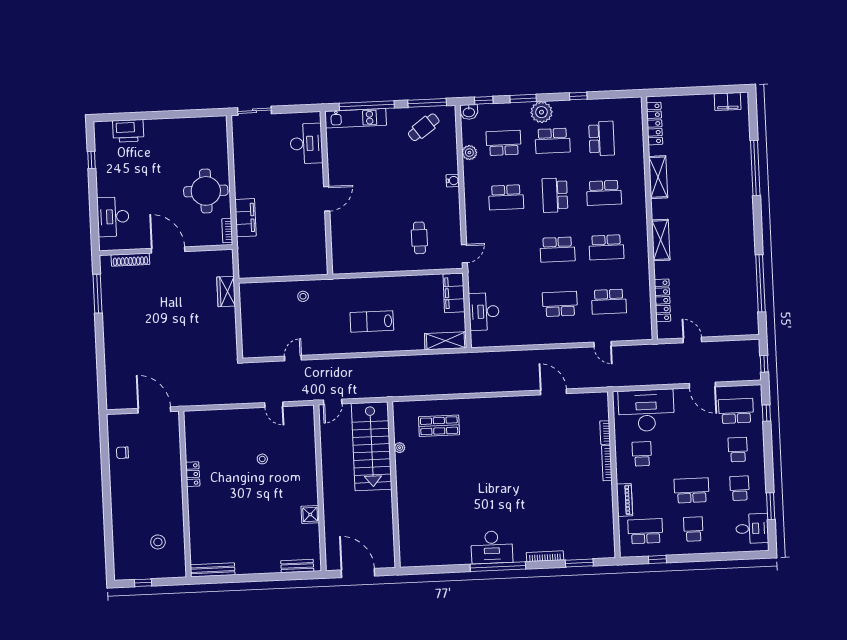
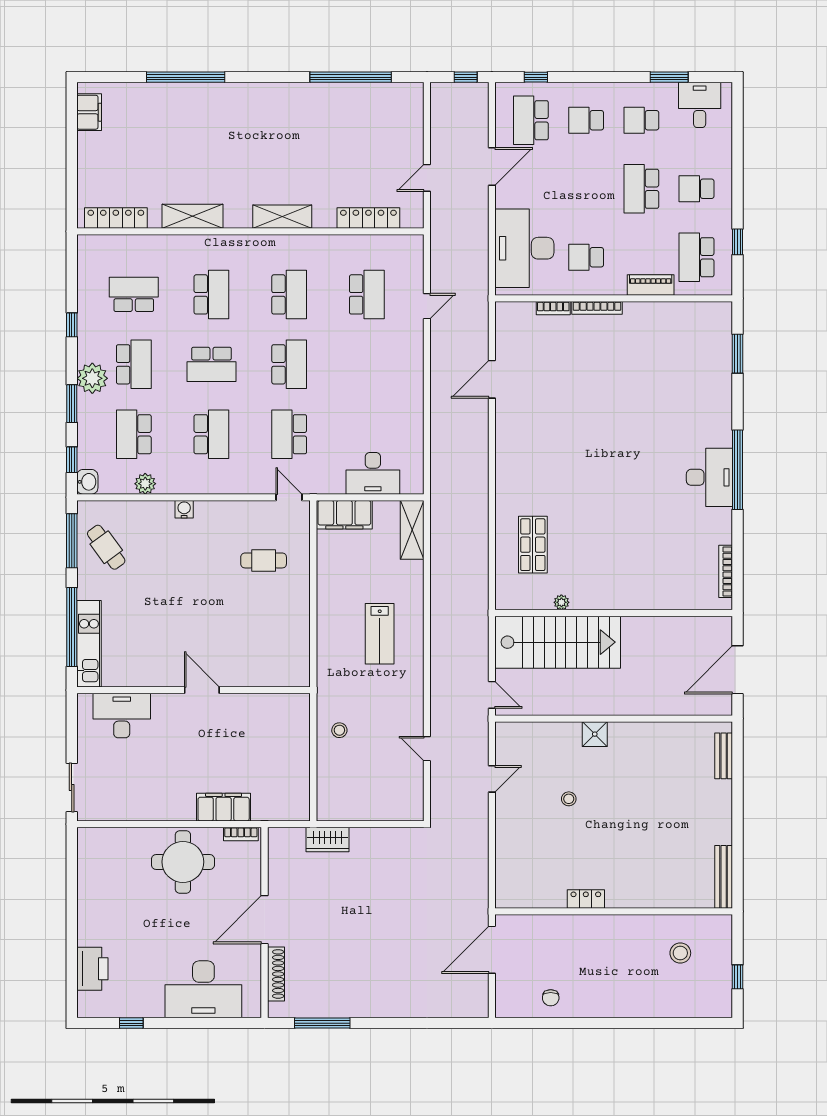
desk: (113, 217) -> (203, 989), width x1.36, depth x1.30
school desk: (560, 304) -> (289, 434), moved
shower: (310, 515) -> (595, 734), moved
bookcase: (545, 556) -> (726, 571), moved

